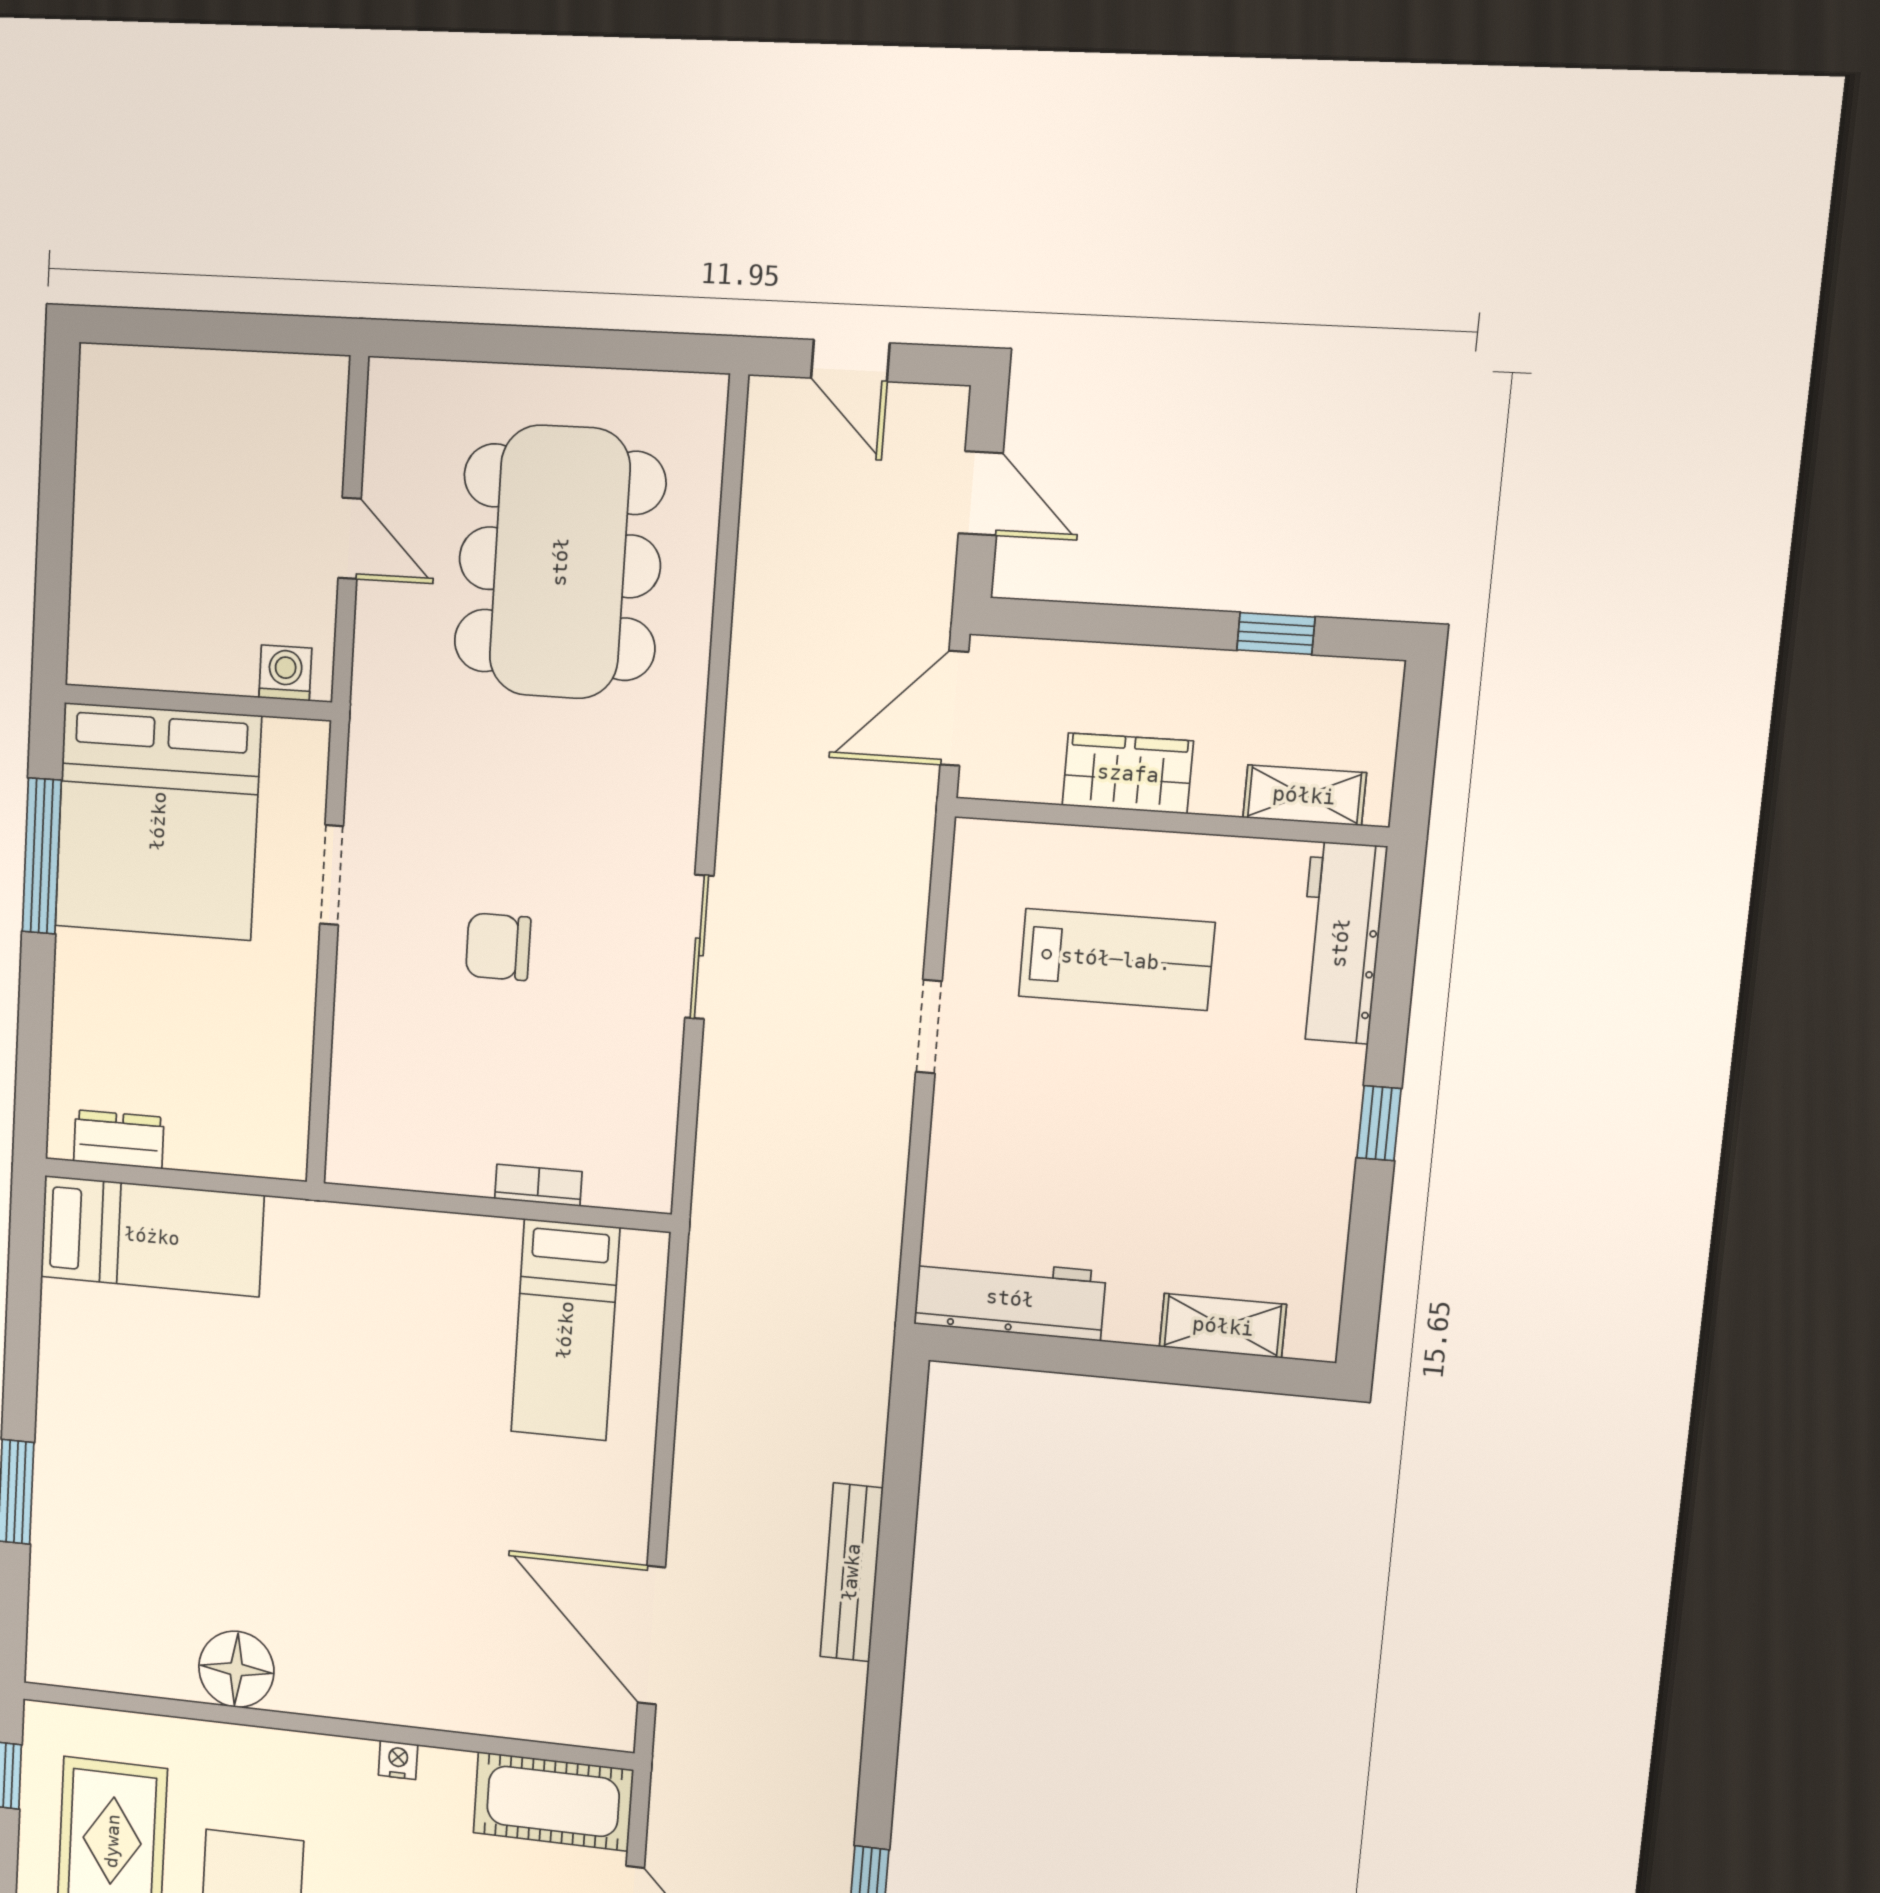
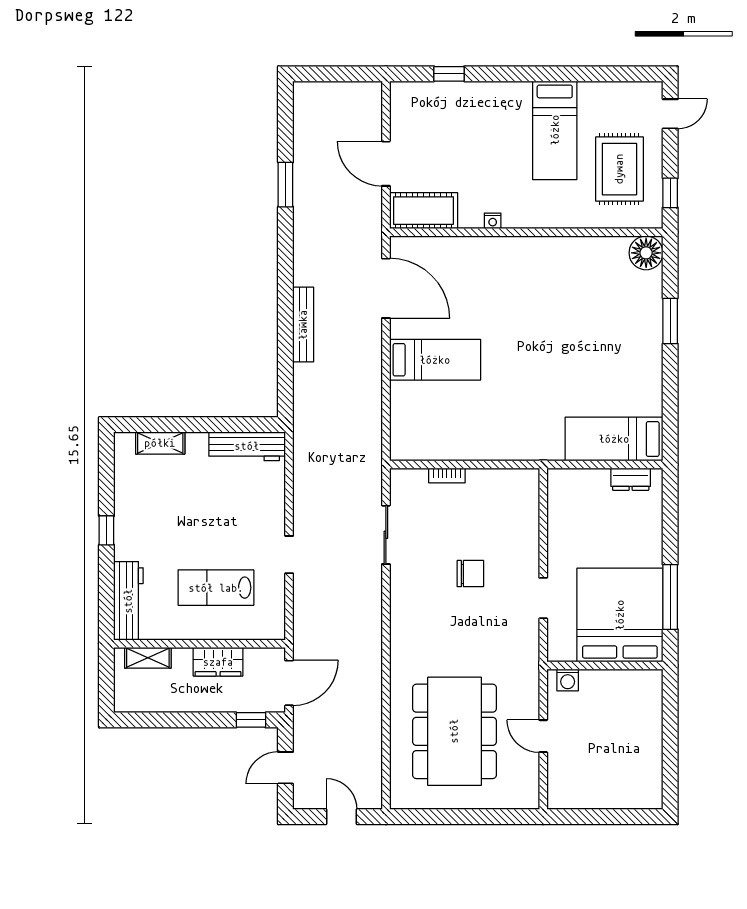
door: (981, 493) -> (285, 768), hinge flipped
window: (1276, 634) -> (251, 720), moved
sliding door: (699, 947) -> (386, 535), moved
bed: (565, 1330) -> (435, 360), moved, turned 90
floor lamp: (236, 1669) -> (646, 253), moved

